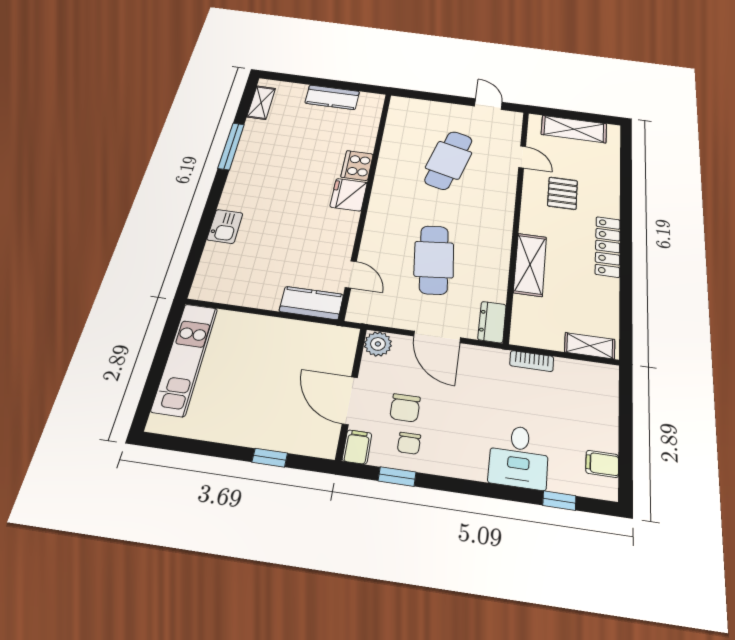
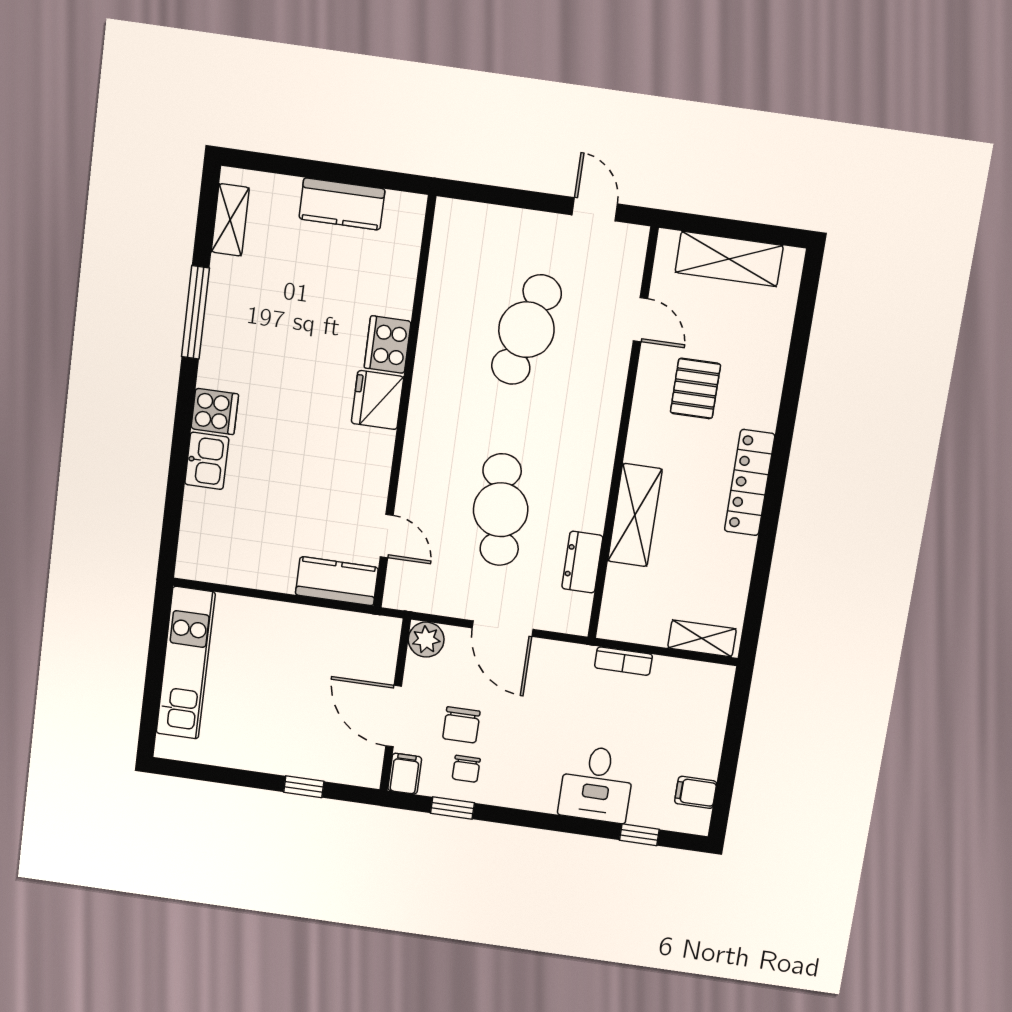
cooker: (235, 198) -> (215, 411), added
dresser: (492, 322) -> (582, 562), moved

